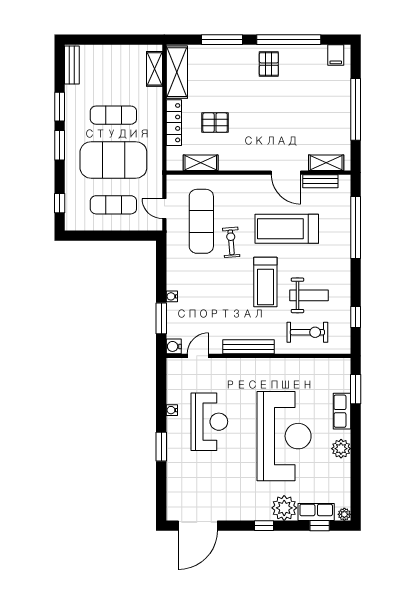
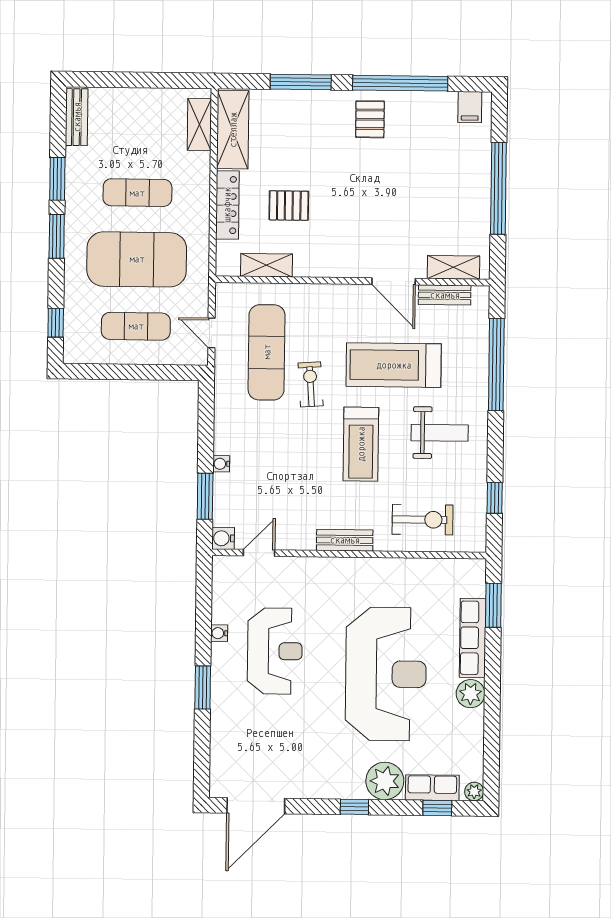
weight bench: (309, 295) -> (440, 433), moved
bench: (248, 347) -> (345, 540), width x0.73
row of seats: (342, 411) -> (473, 638), width x1.48

